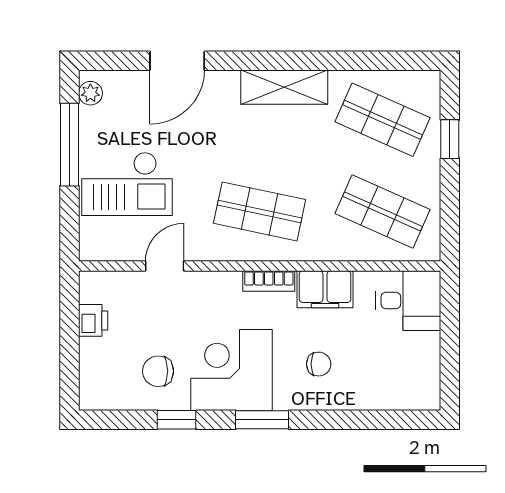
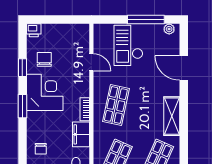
printer: (93, 320) -> (34, 30), moved
chair: (319, 364) -> (41, 149), moved

